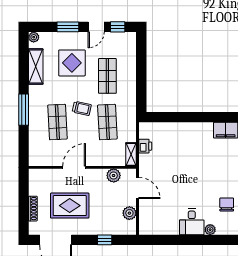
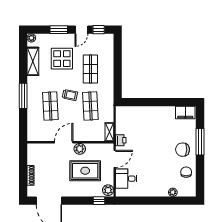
printer: (145, 146) -> (121, 140), moved
plant: (114, 175) -> (80, 149), moved
chair: (222, 176) -> (183, 150), added
door: (138, 188) -> (115, 159), hinge flipped
rug: (70, 206) -> (85, 171), moved
plant: (129, 213) -> (108, 190), moved
desk: (192, 222) -> (126, 179), moved, turned 90
window: (105, 240) -> (99, 201), moved

